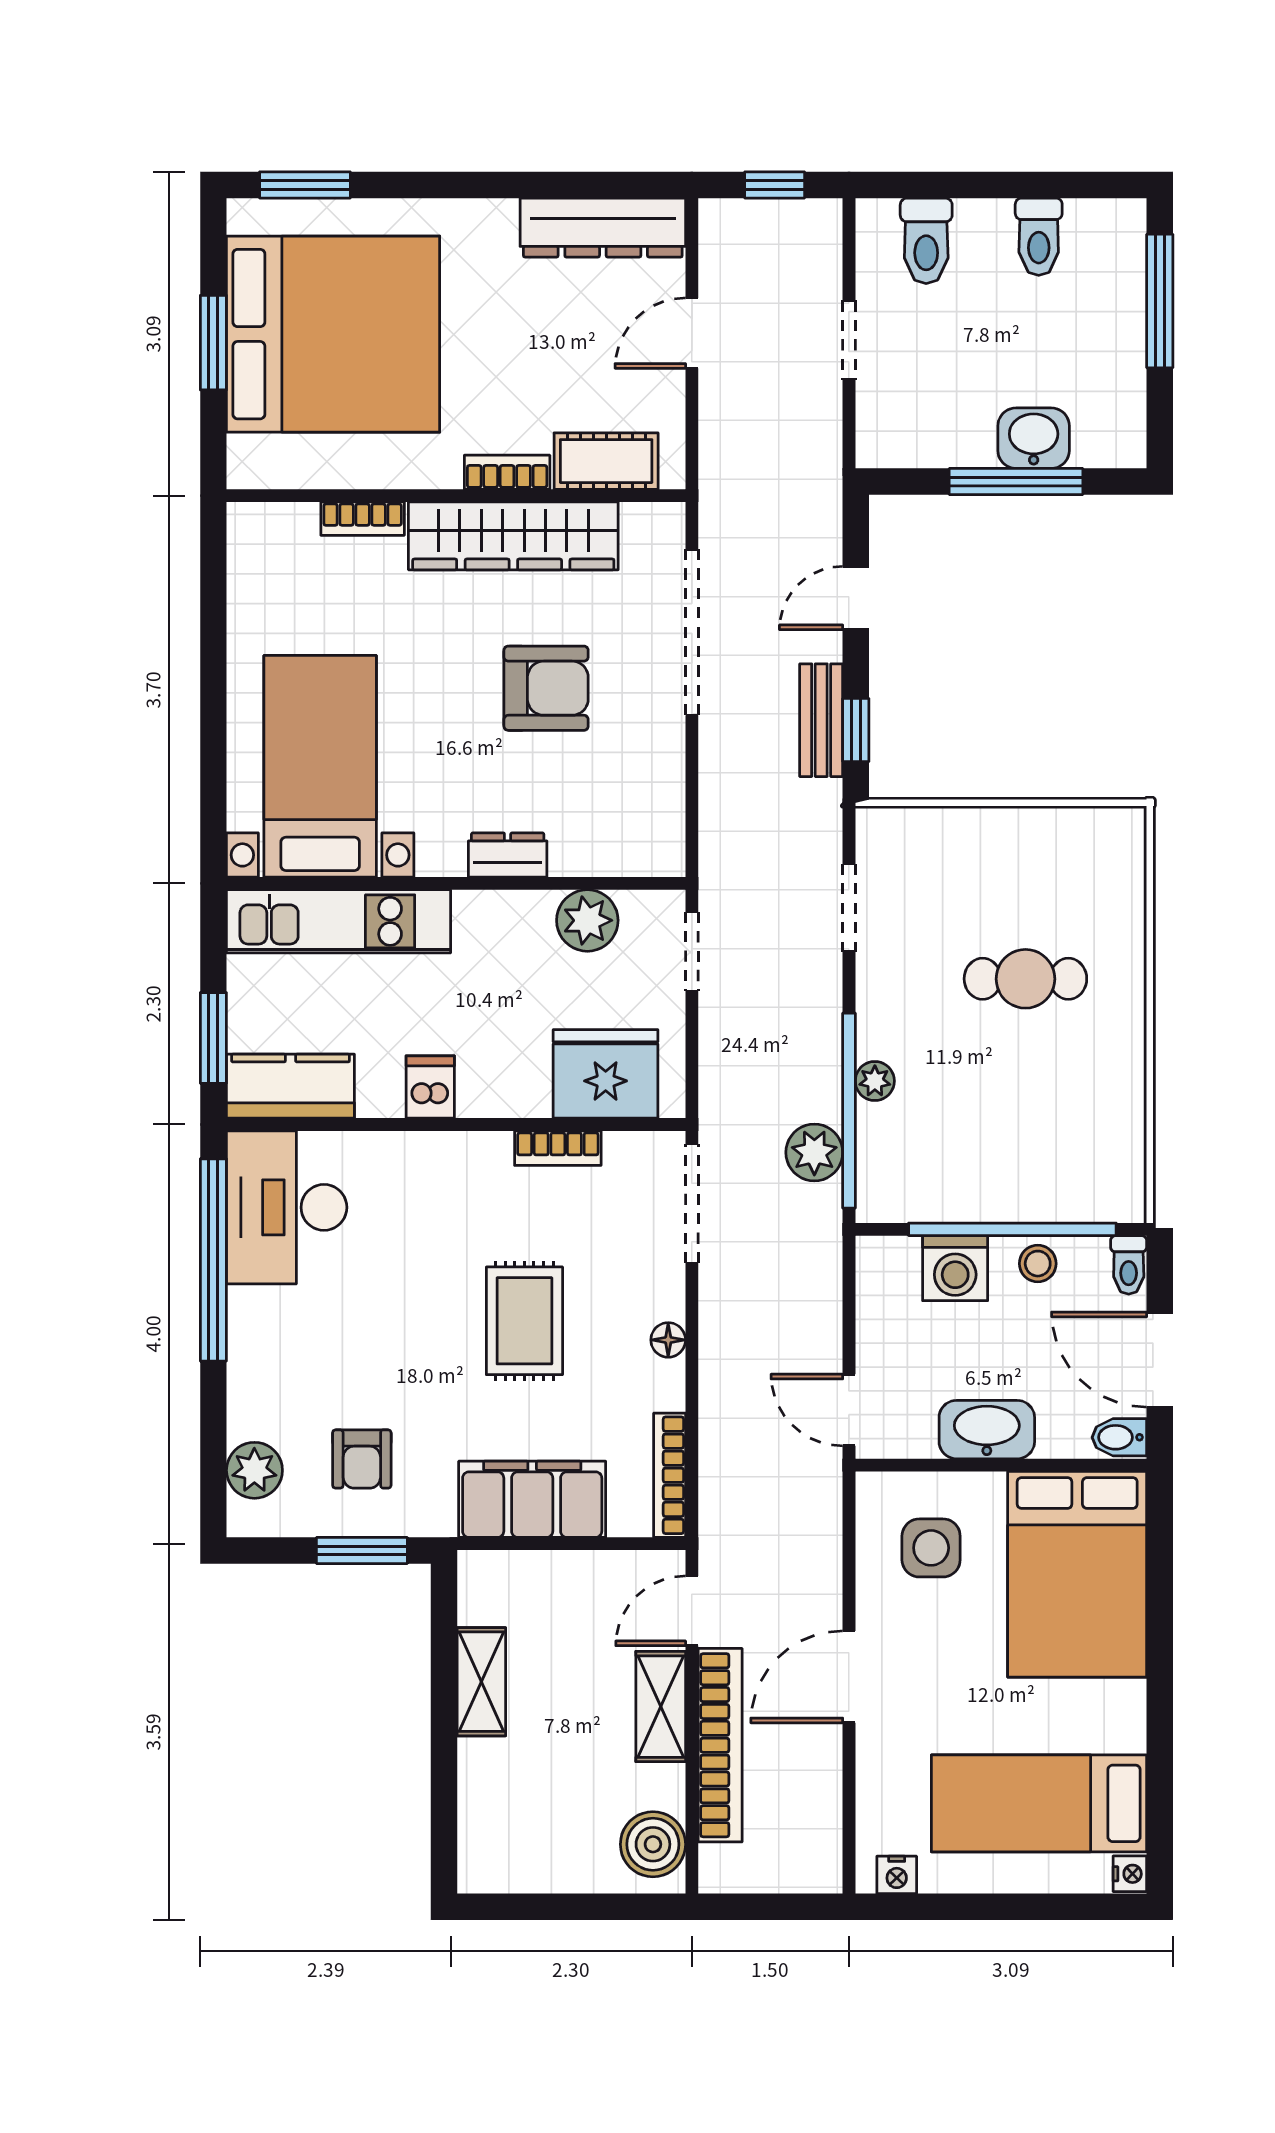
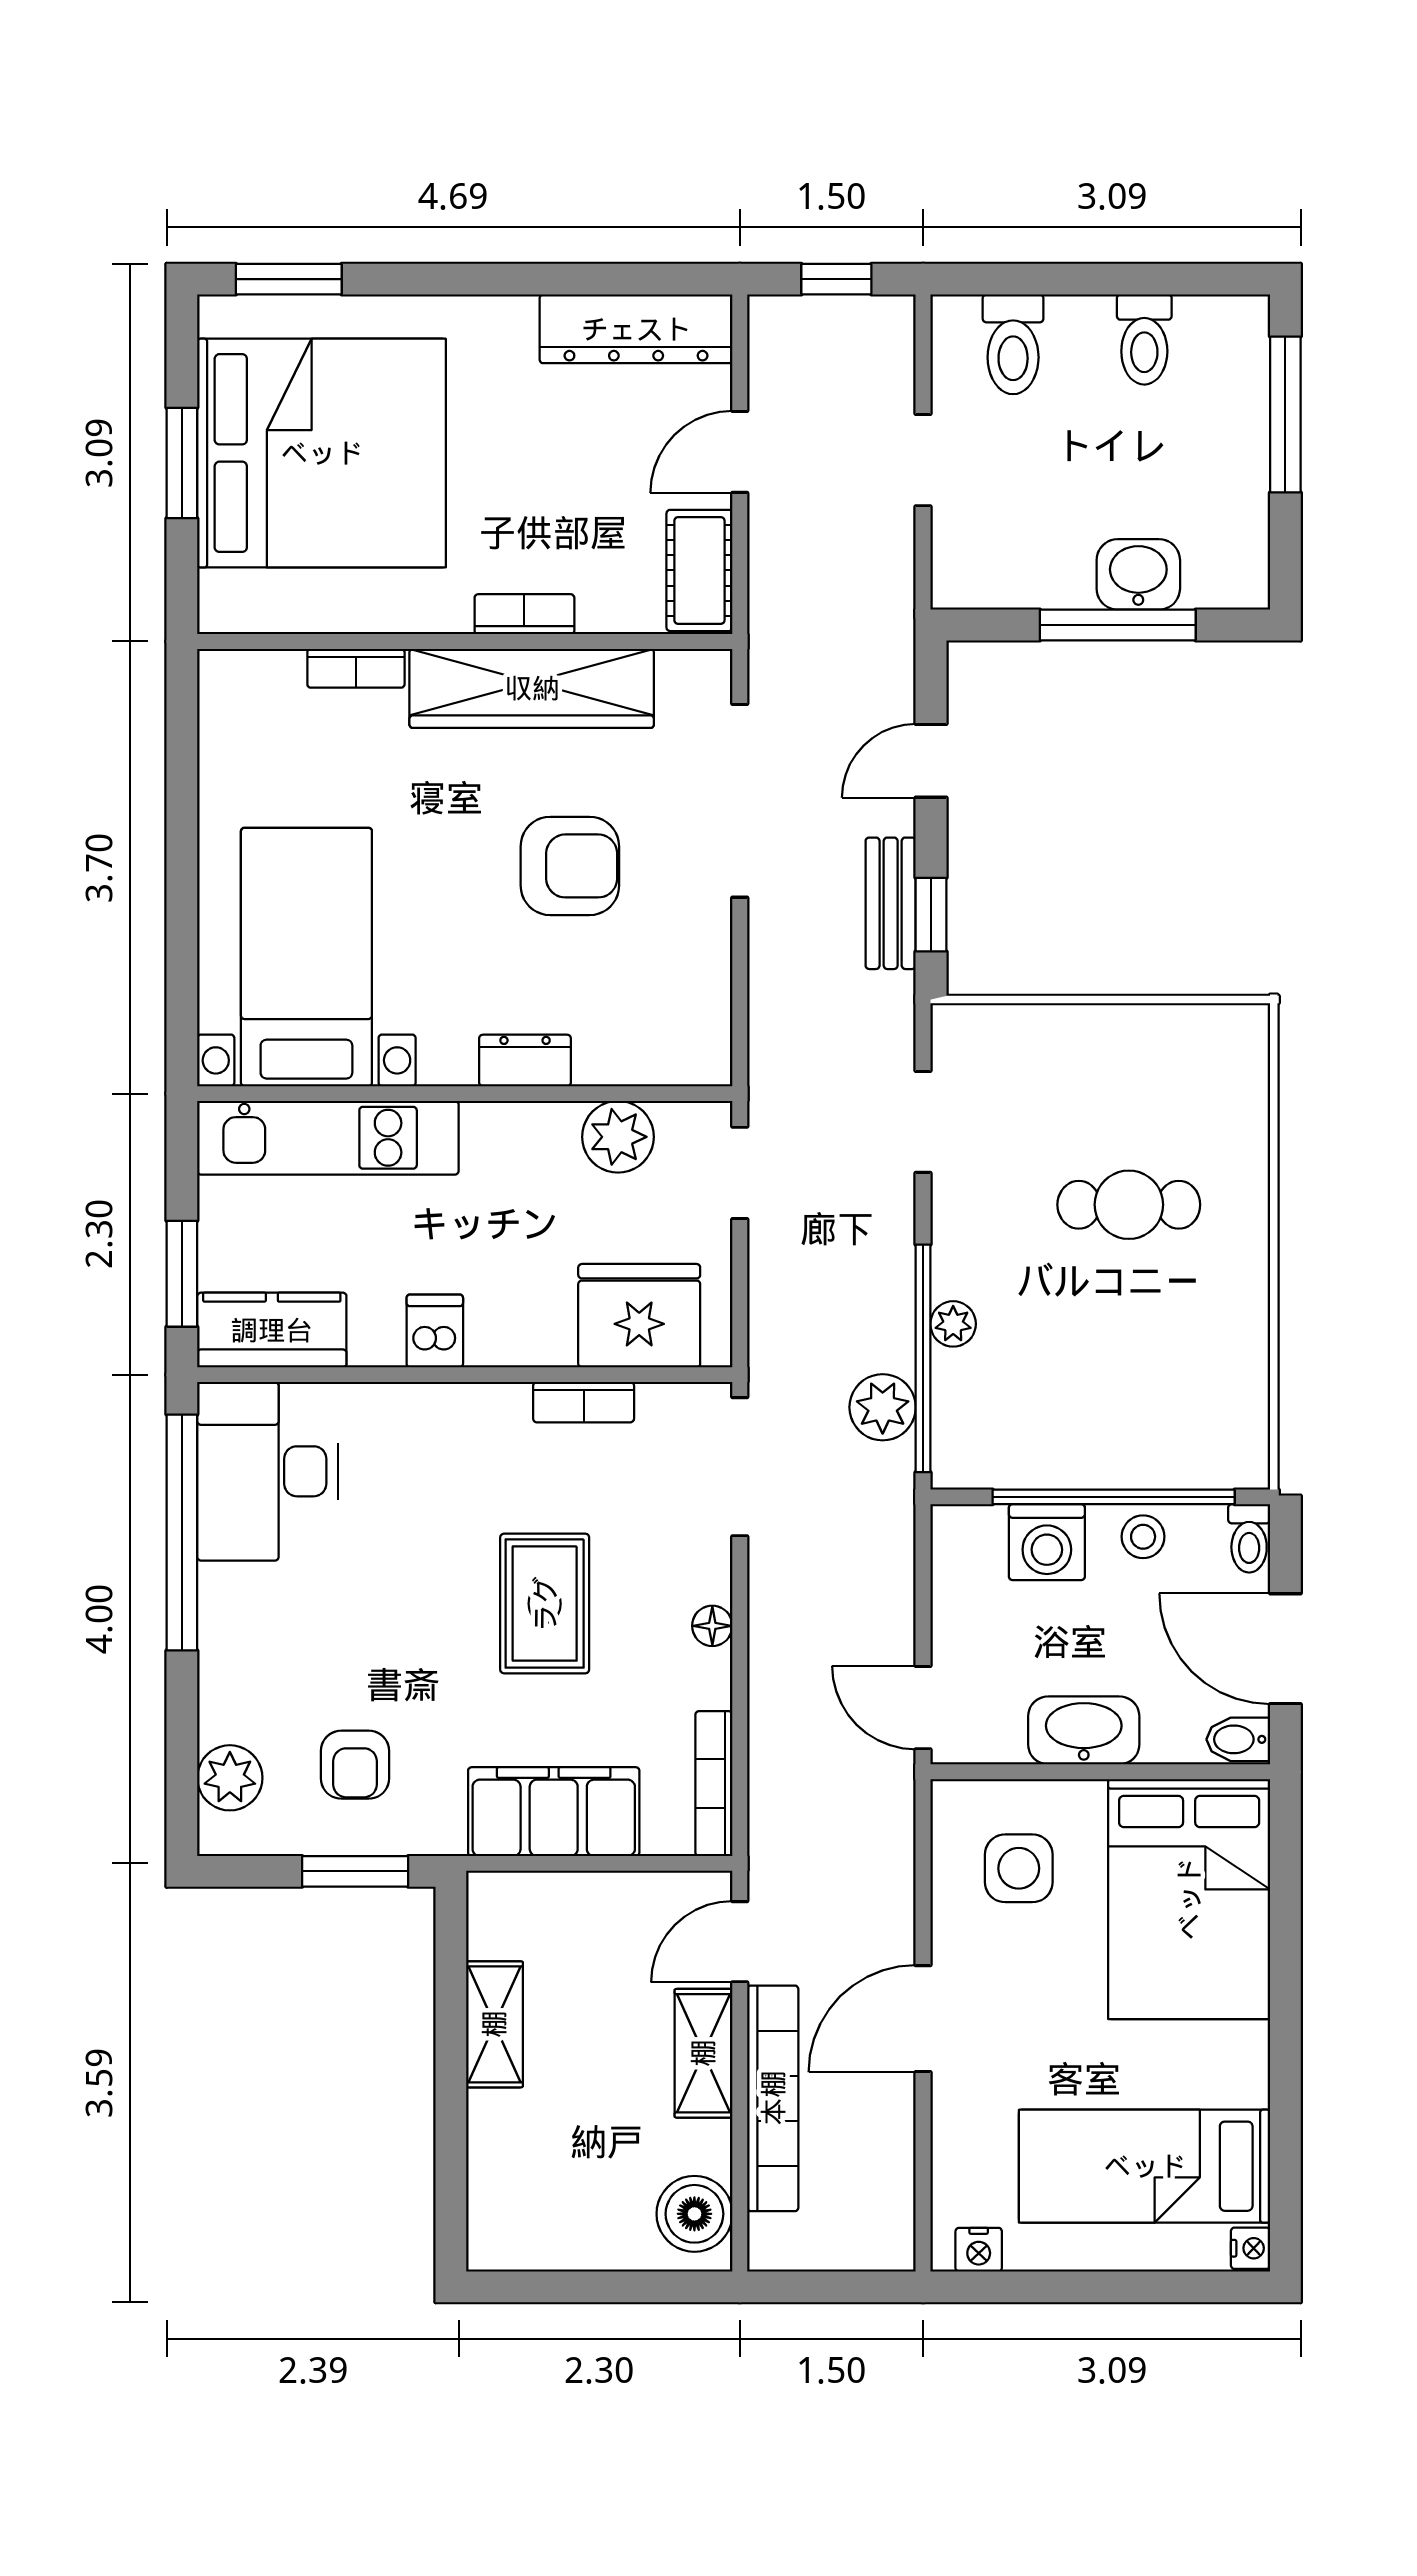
cot: (606, 461) -> (699, 570), moved, turned 90

